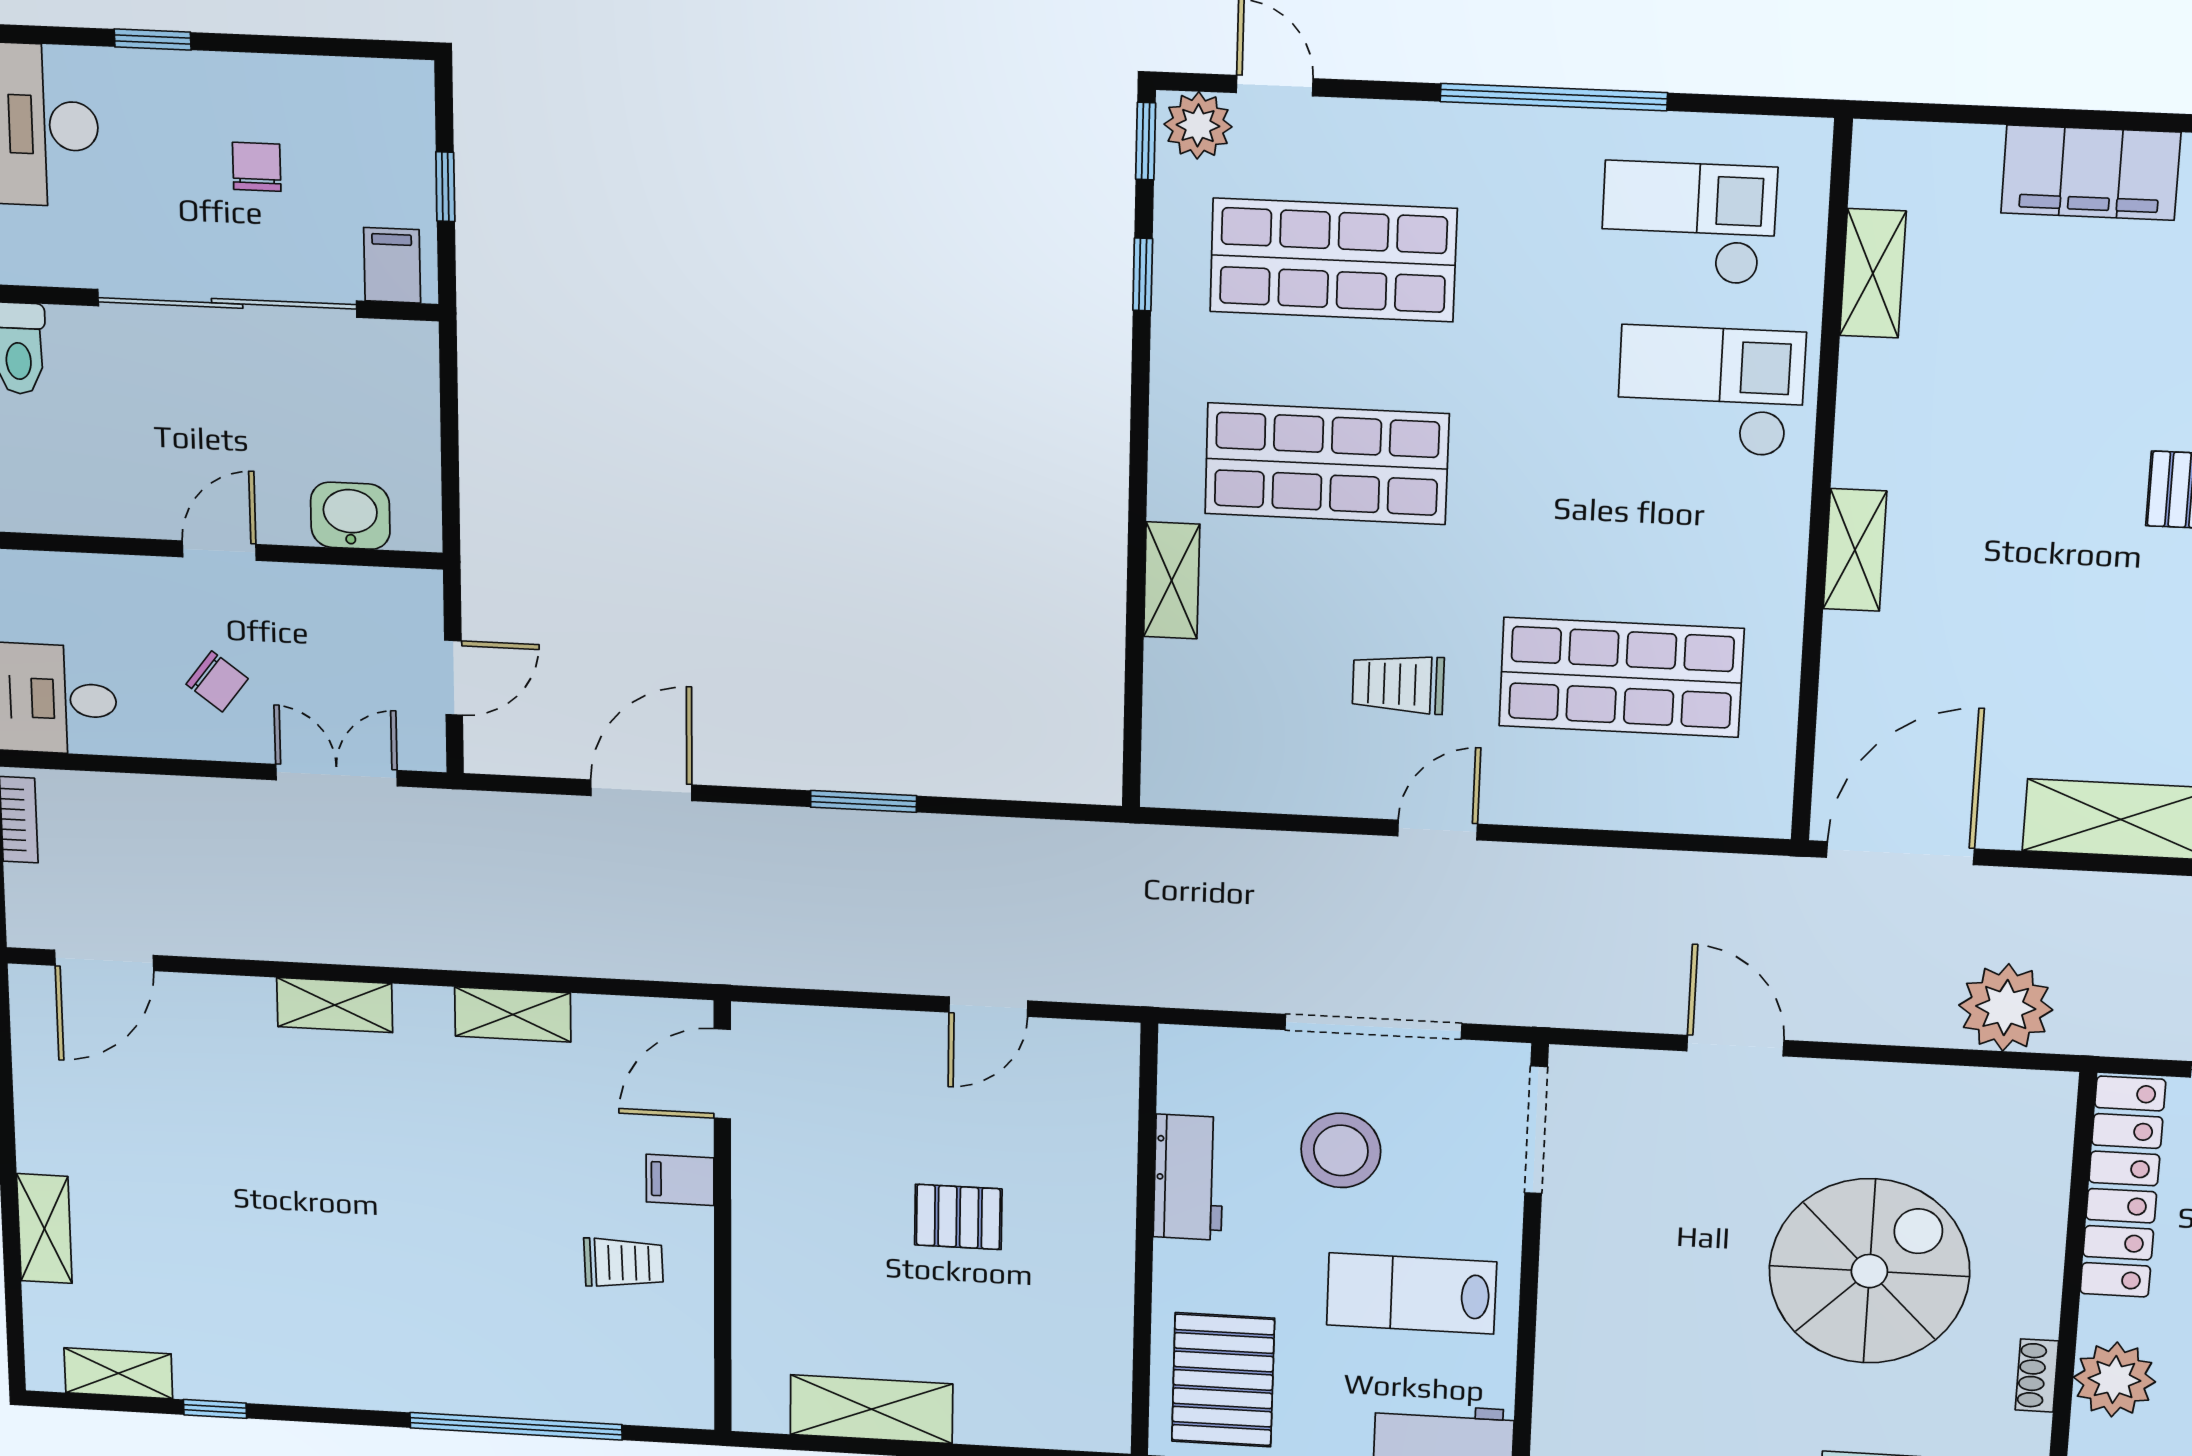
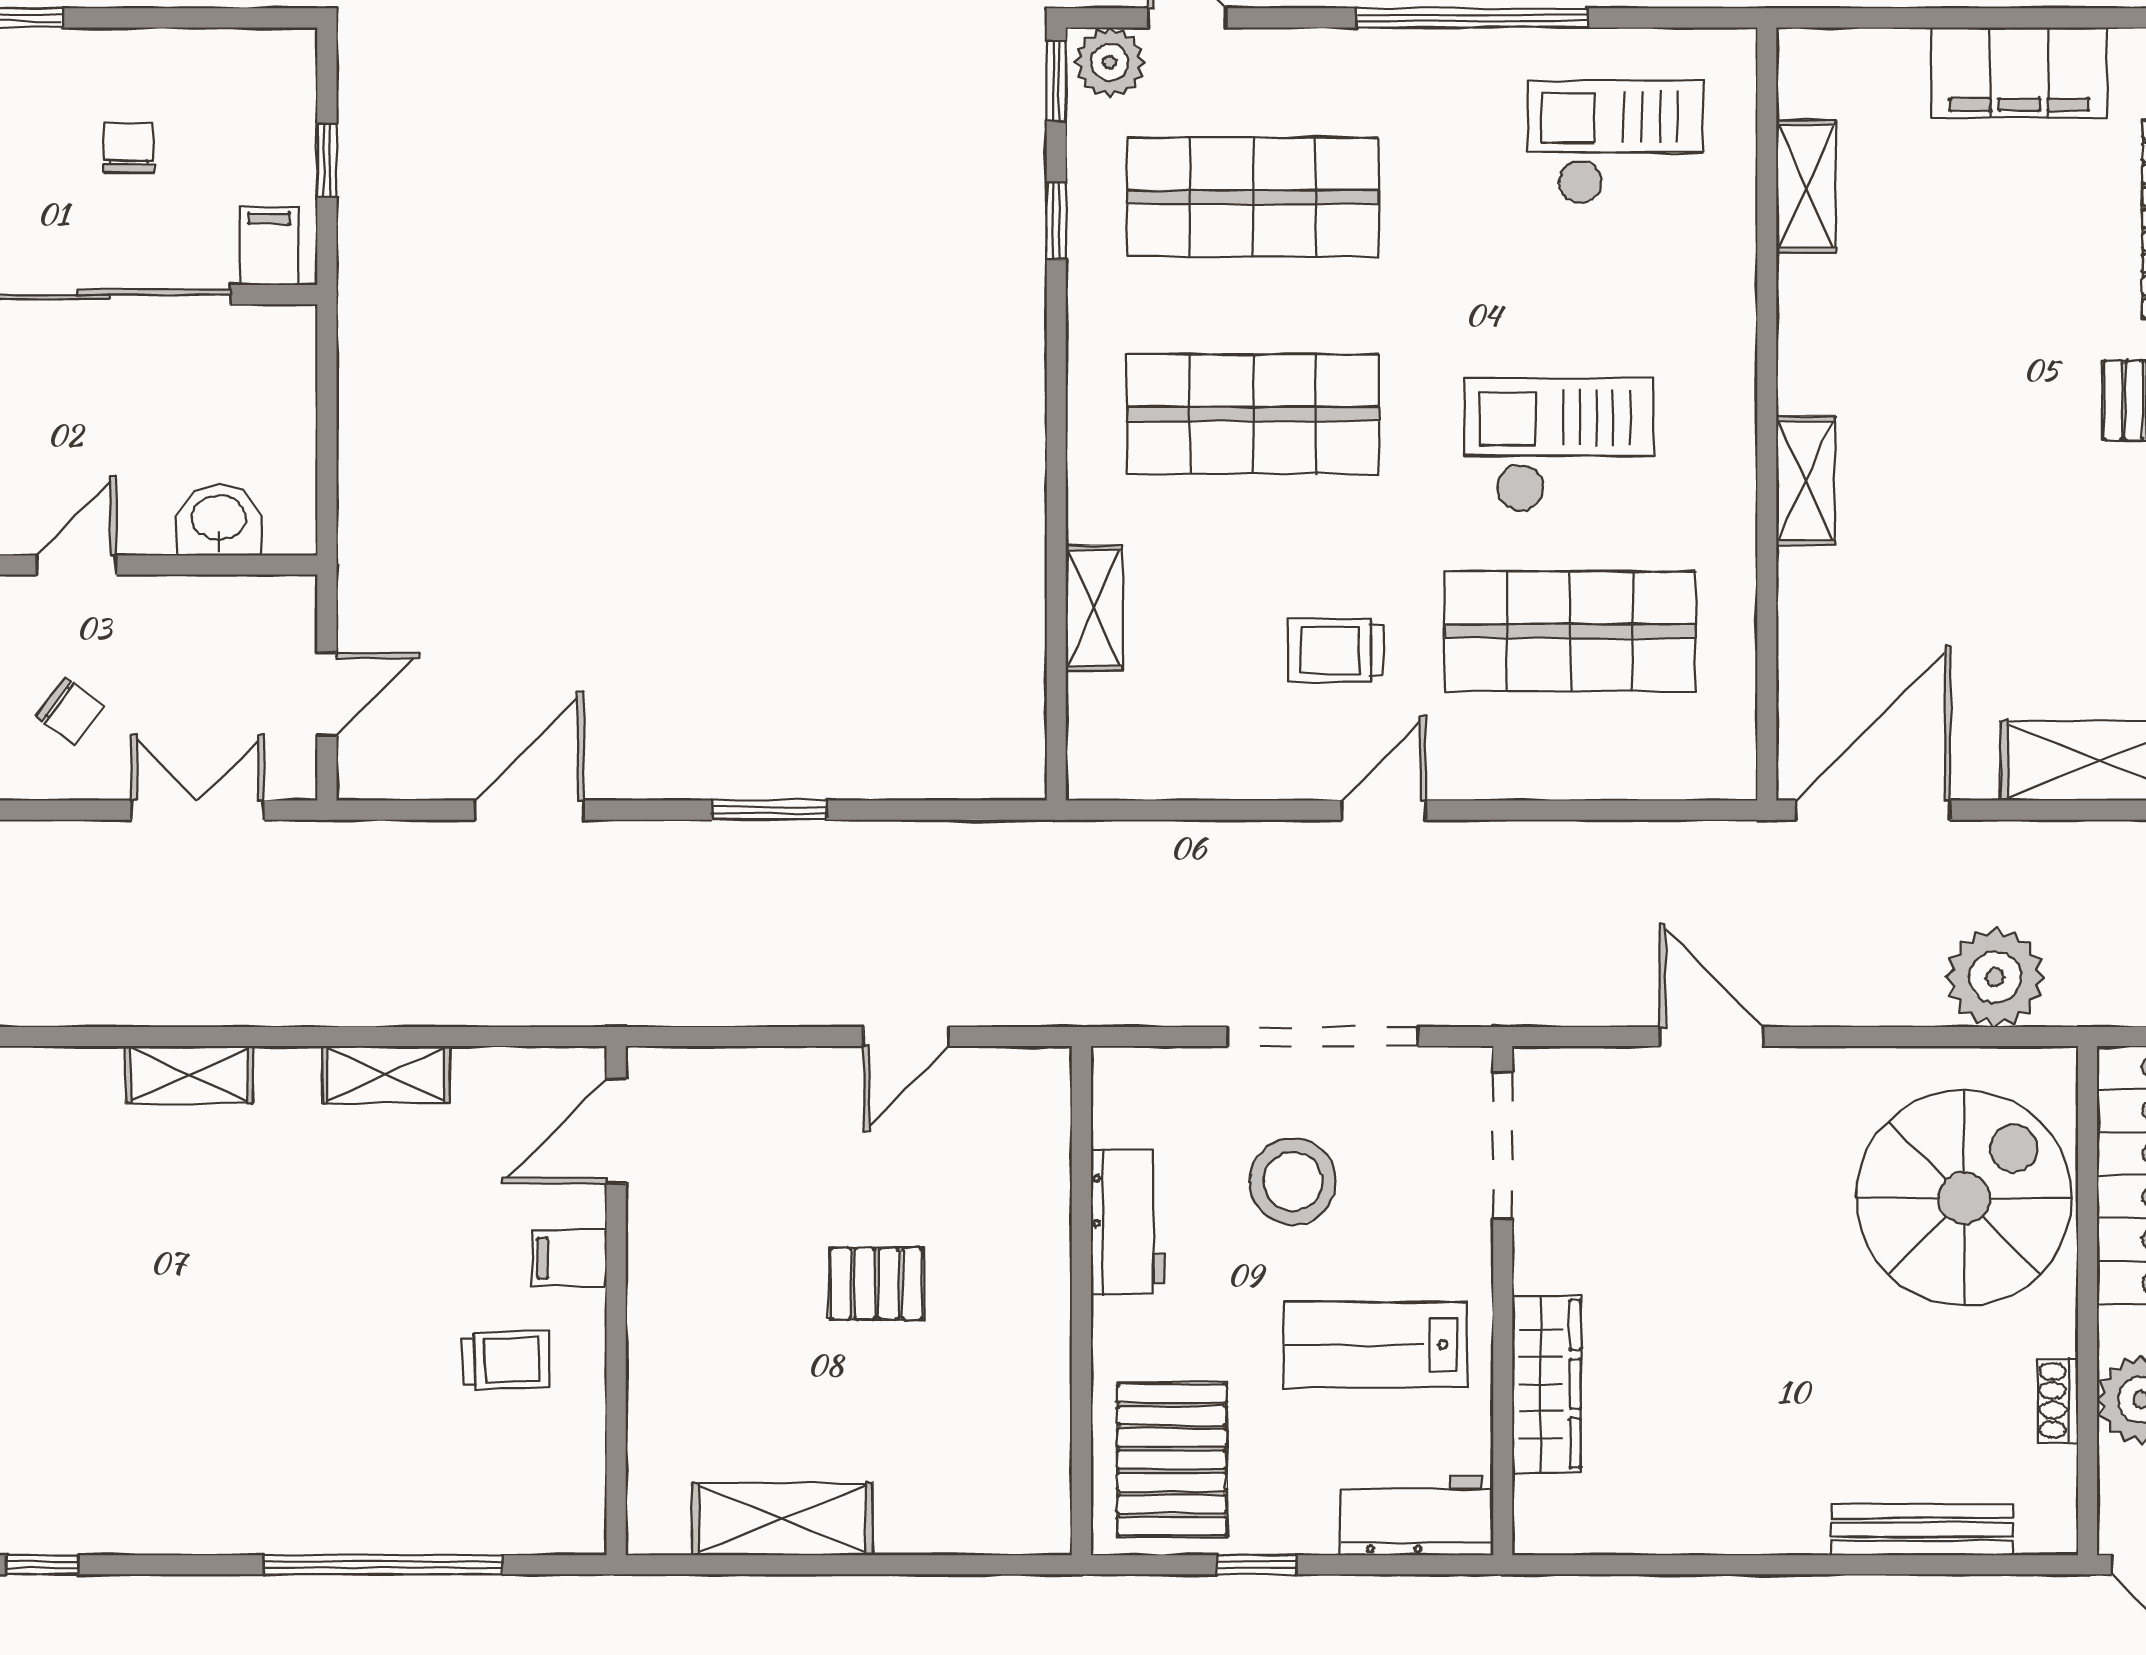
checkout: (1711, 391) -> (1558, 445), moved
shelving: (1172, 580) -> (1094, 608), moved
spiral stairs: (1869, 1271) -> (1964, 1198), moved
wardrobe: (1567, 1336) -> (1546, 1384), added

